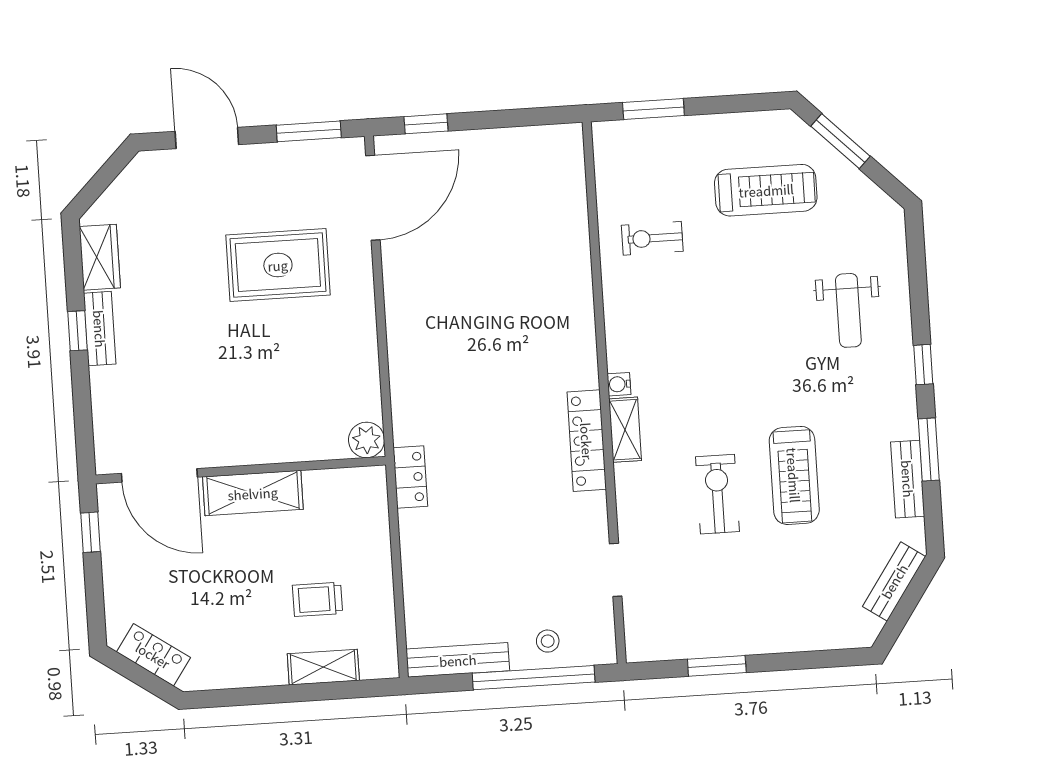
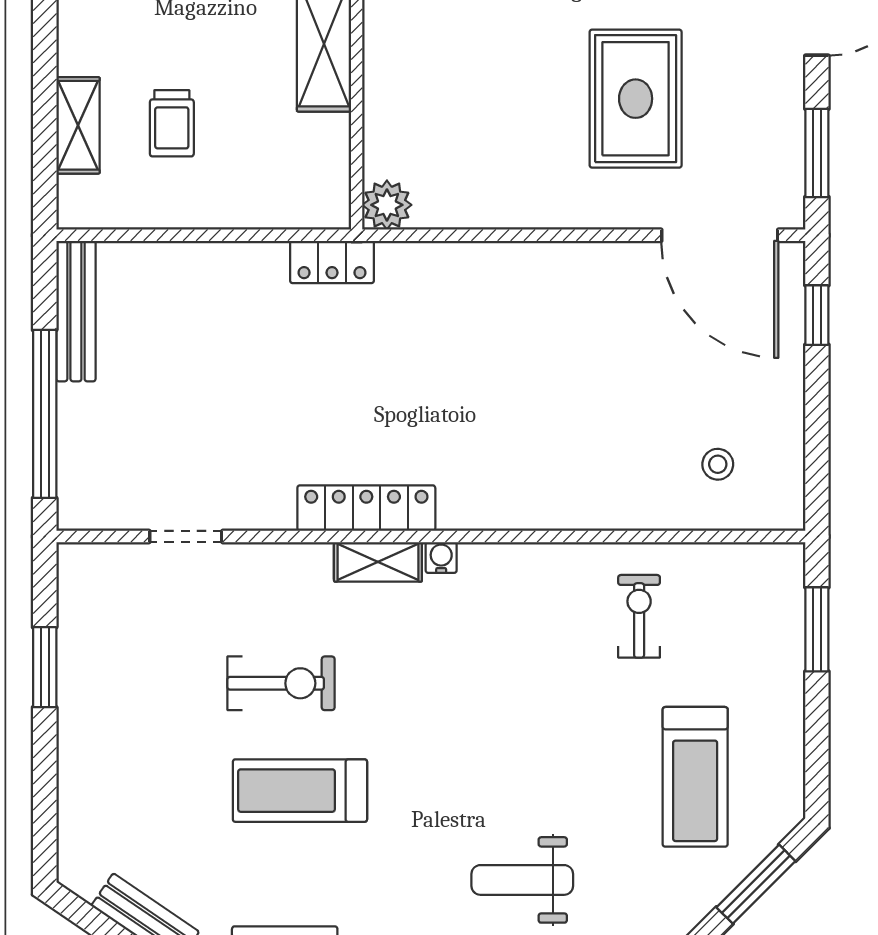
trolley: (317, 599) -> (172, 123), turned 180
stool: (548, 641) -> (718, 464), moved

